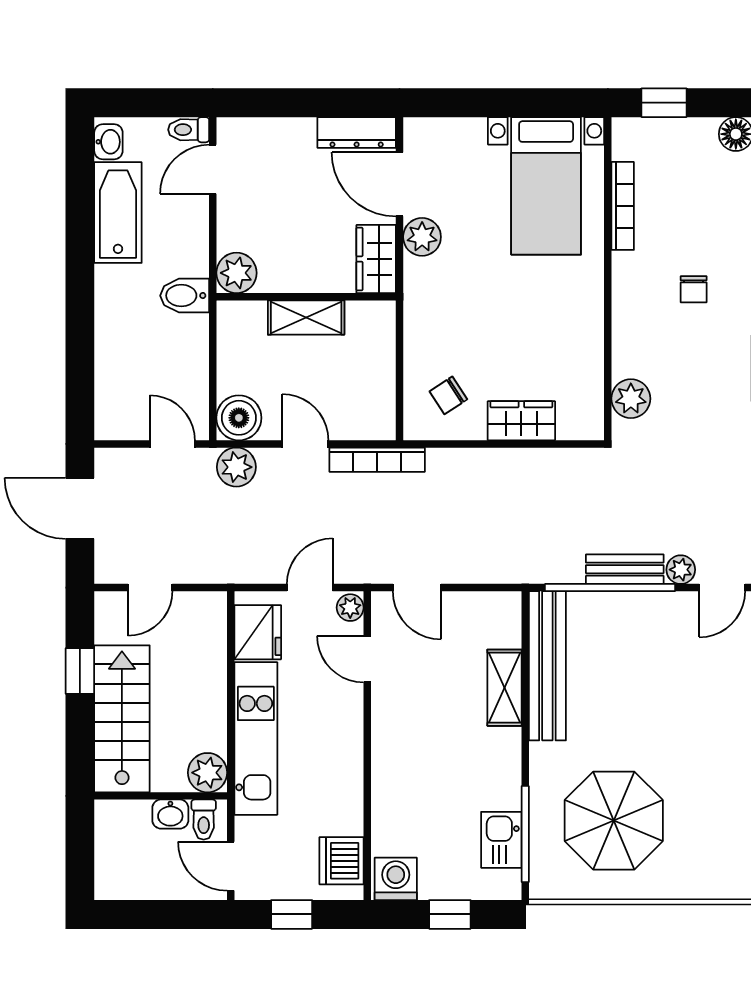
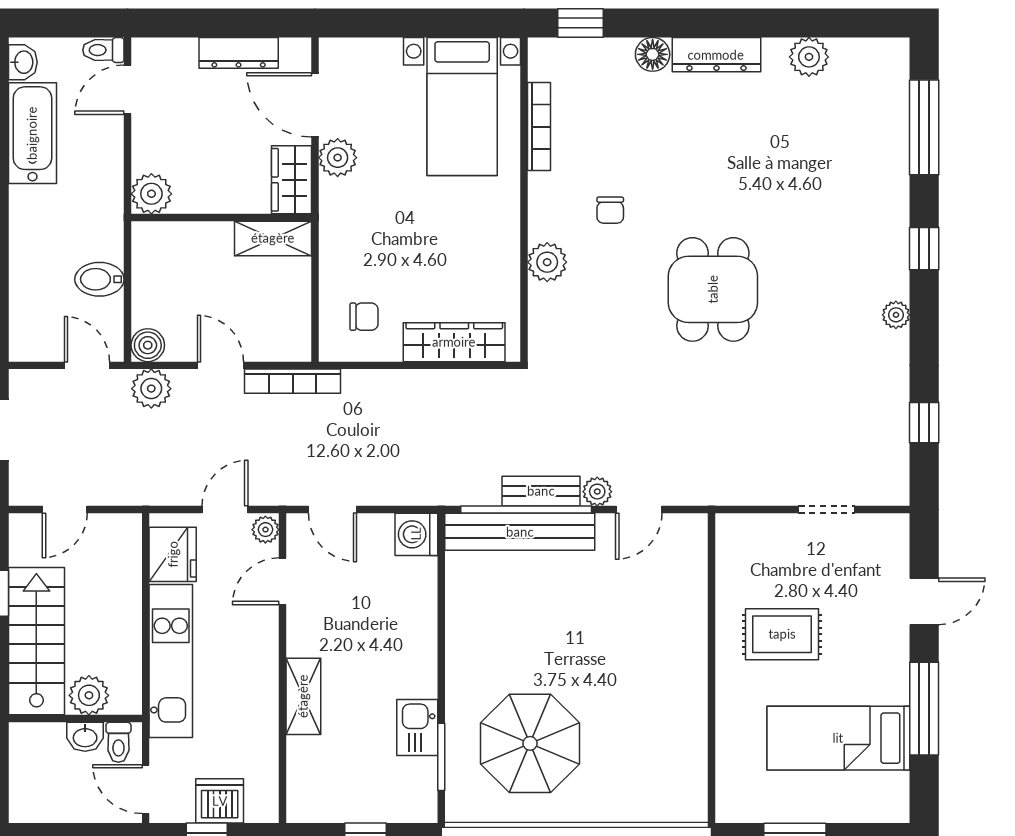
dresser: (357, 132) -> (239, 53), moved
bidet: (185, 296) -> (99, 279), moved
shelving: (306, 317) -> (273, 238), moved
chair: (448, 395) -> (364, 317), turned -147
plant: (631, 399) -> (547, 262), moved
boiler: (239, 418) -> (148, 345), width x0.73, depth x0.73
wardrobe: (521, 421) -> (454, 342), width x1.50
door: (367, 659) -> (283, 581), hinge flipped
bench: (547, 666) -> (520, 532), moved, turned 90
shelving: (504, 688) -> (303, 696), moved
plant: (207, 773) -> (89, 695), moved
window: (525, 834) -> (441, 757), width x0.69
kitchen sink: (501, 840) -> (417, 728), moved
dishwasher: (342, 861) -> (220, 801), moved, turned 90
washing machine: (396, 879) -> (416, 534), moved, turned -90

